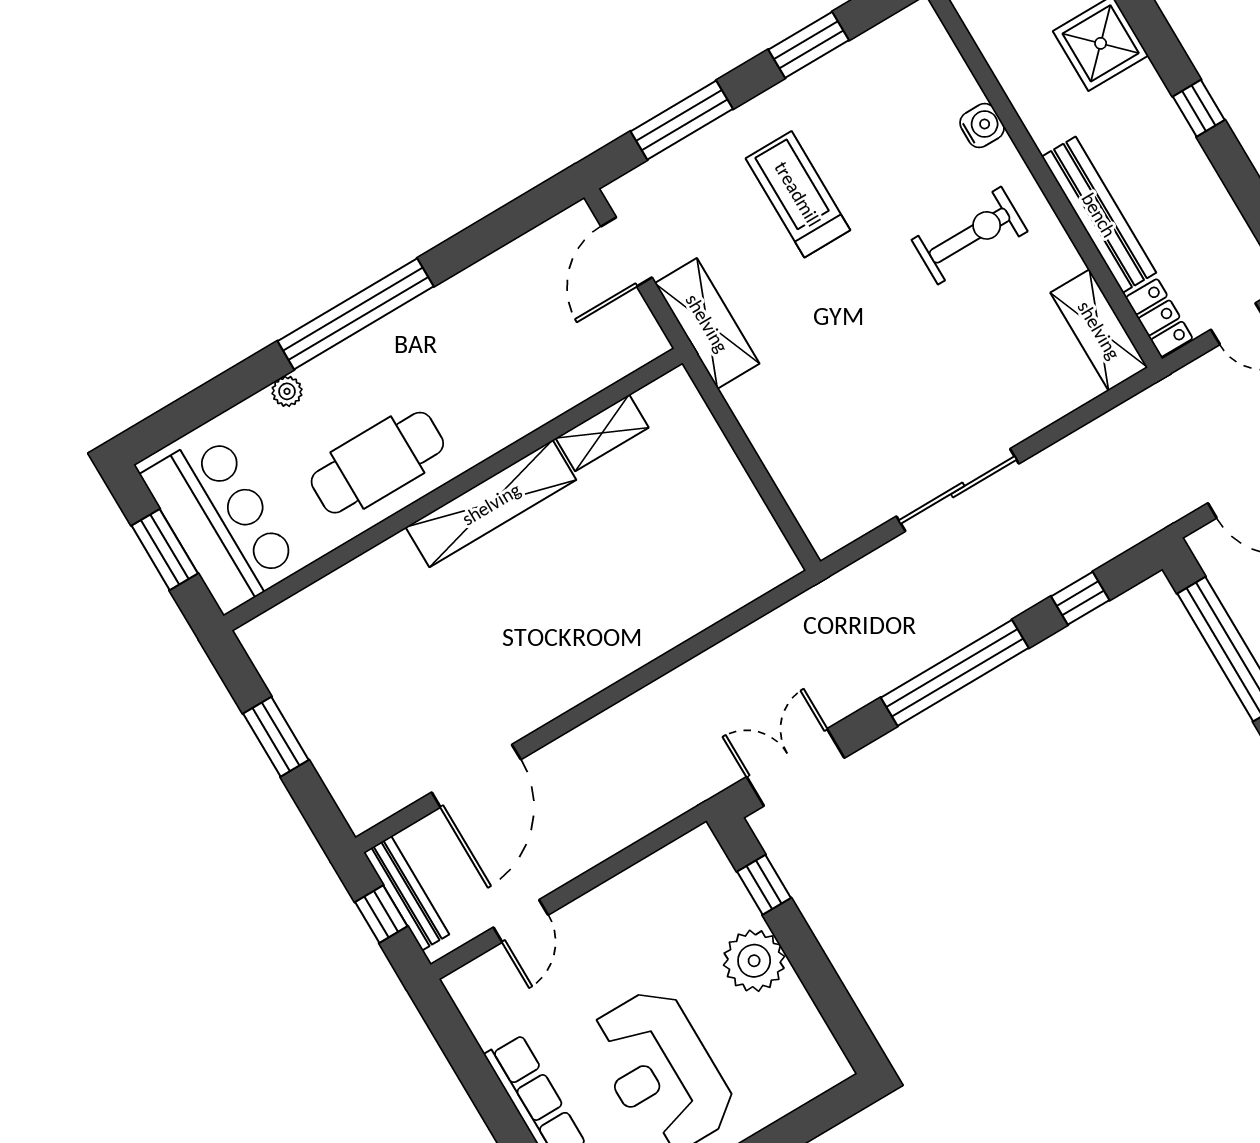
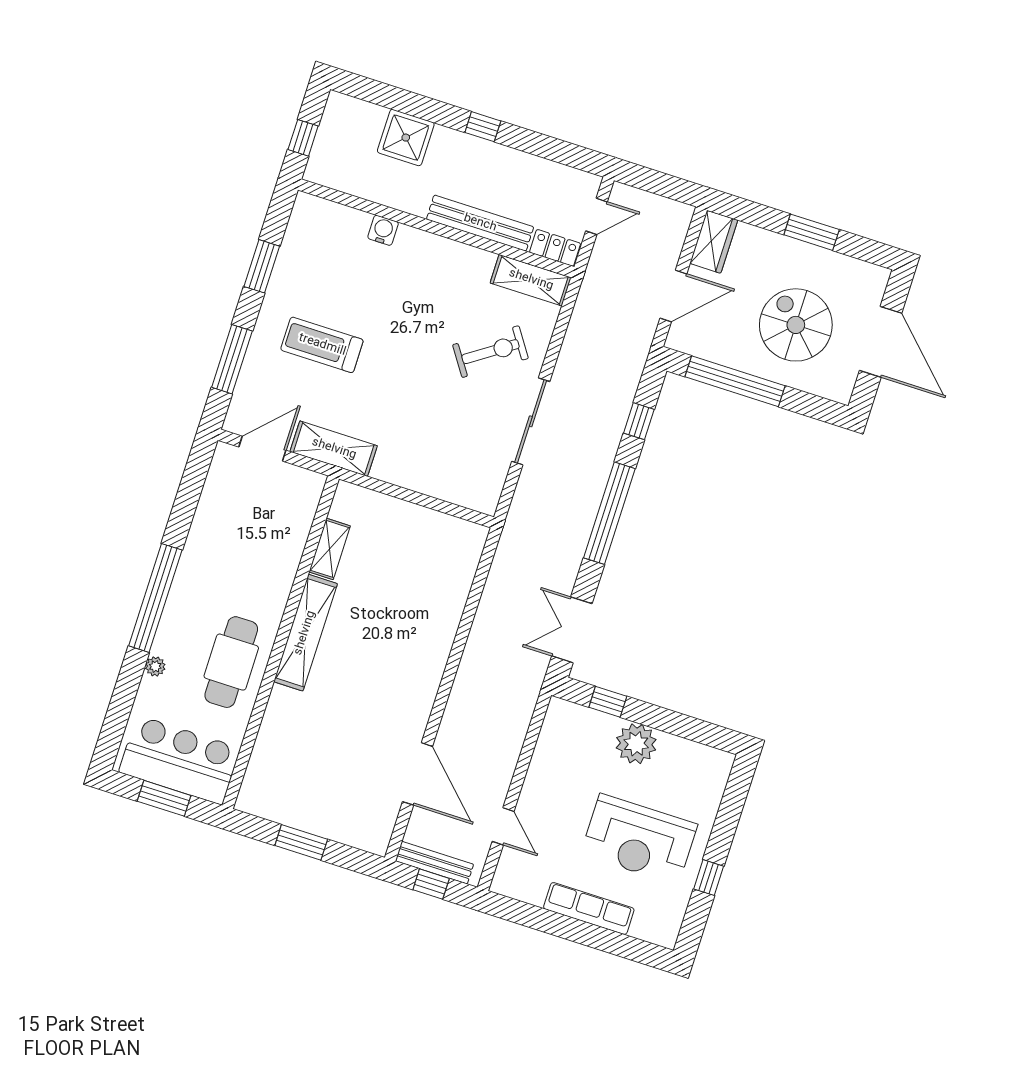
exercise bike: (970, 236) -> (491, 352), moved, turned 56
door: (626, 252) -> (262, 449), swing flipped

